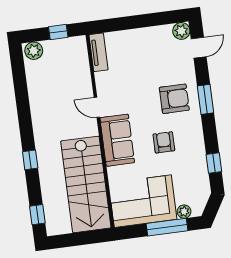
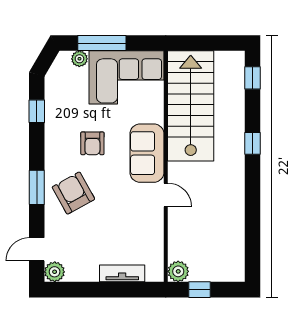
plant: (34, 51) -> (178, 271), moved
tv unit: (99, 52) -> (122, 273), moved, turned 90
armchair: (174, 99) -> (73, 193), turned 61

